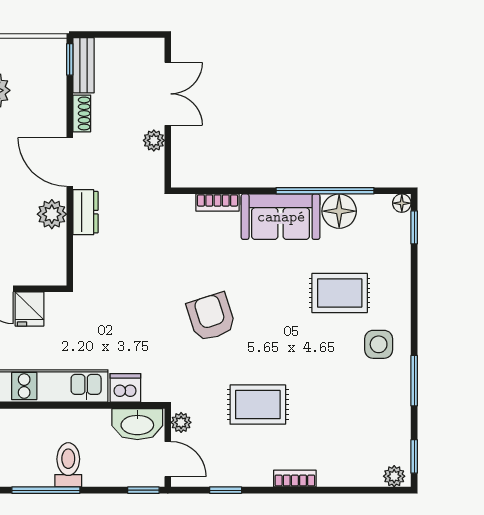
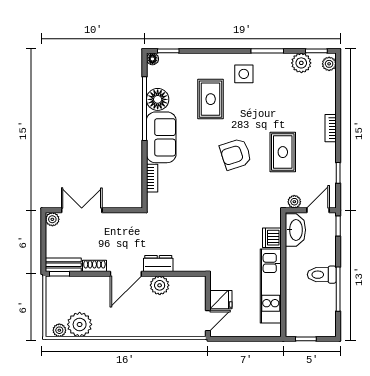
plant: (154, 140) -> (52, 219), moved
armchair: (211, 317) -> (236, 154), moved
plant: (396, 433) -> (301, 63), added

